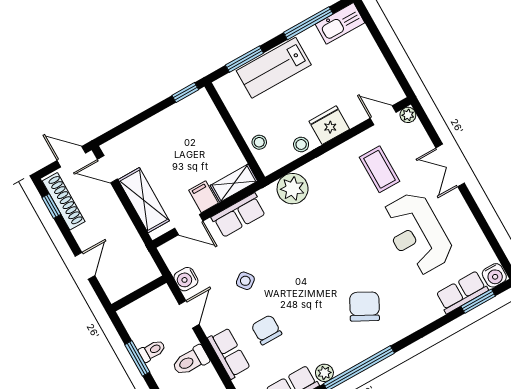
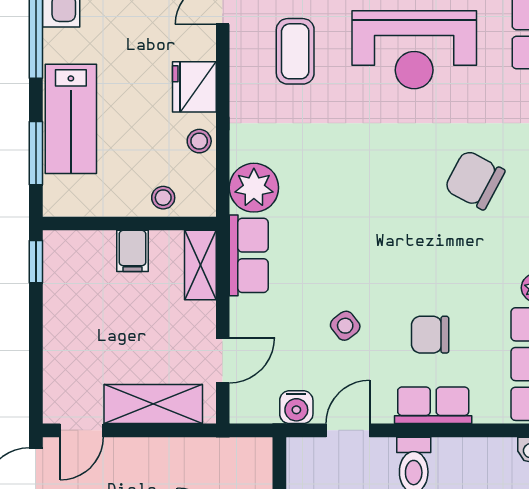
coffee table: (379, 169) -> (295, 51), turned 90
filing cabinet: (203, 197) -> (133, 251), moved, turned -90
row of seats: (239, 215) -> (249, 255), moved
door: (189, 314) -> (348, 430), hinge flipped

